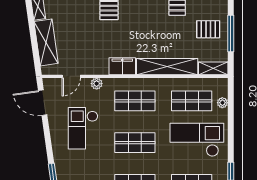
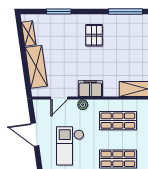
filing cabinet: (122, 66) -> (90, 89), moved
door: (43, 103) -> (35, 135), moved

